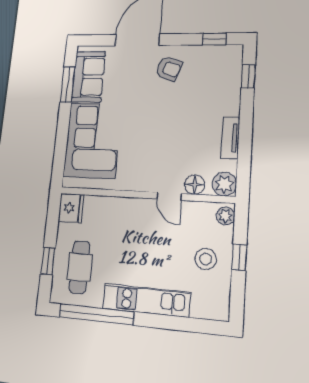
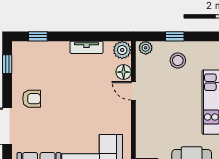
armchair: (169, 68) -> (32, 99), turned 71
door: (169, 196) -> (133, 91), swing flipped

